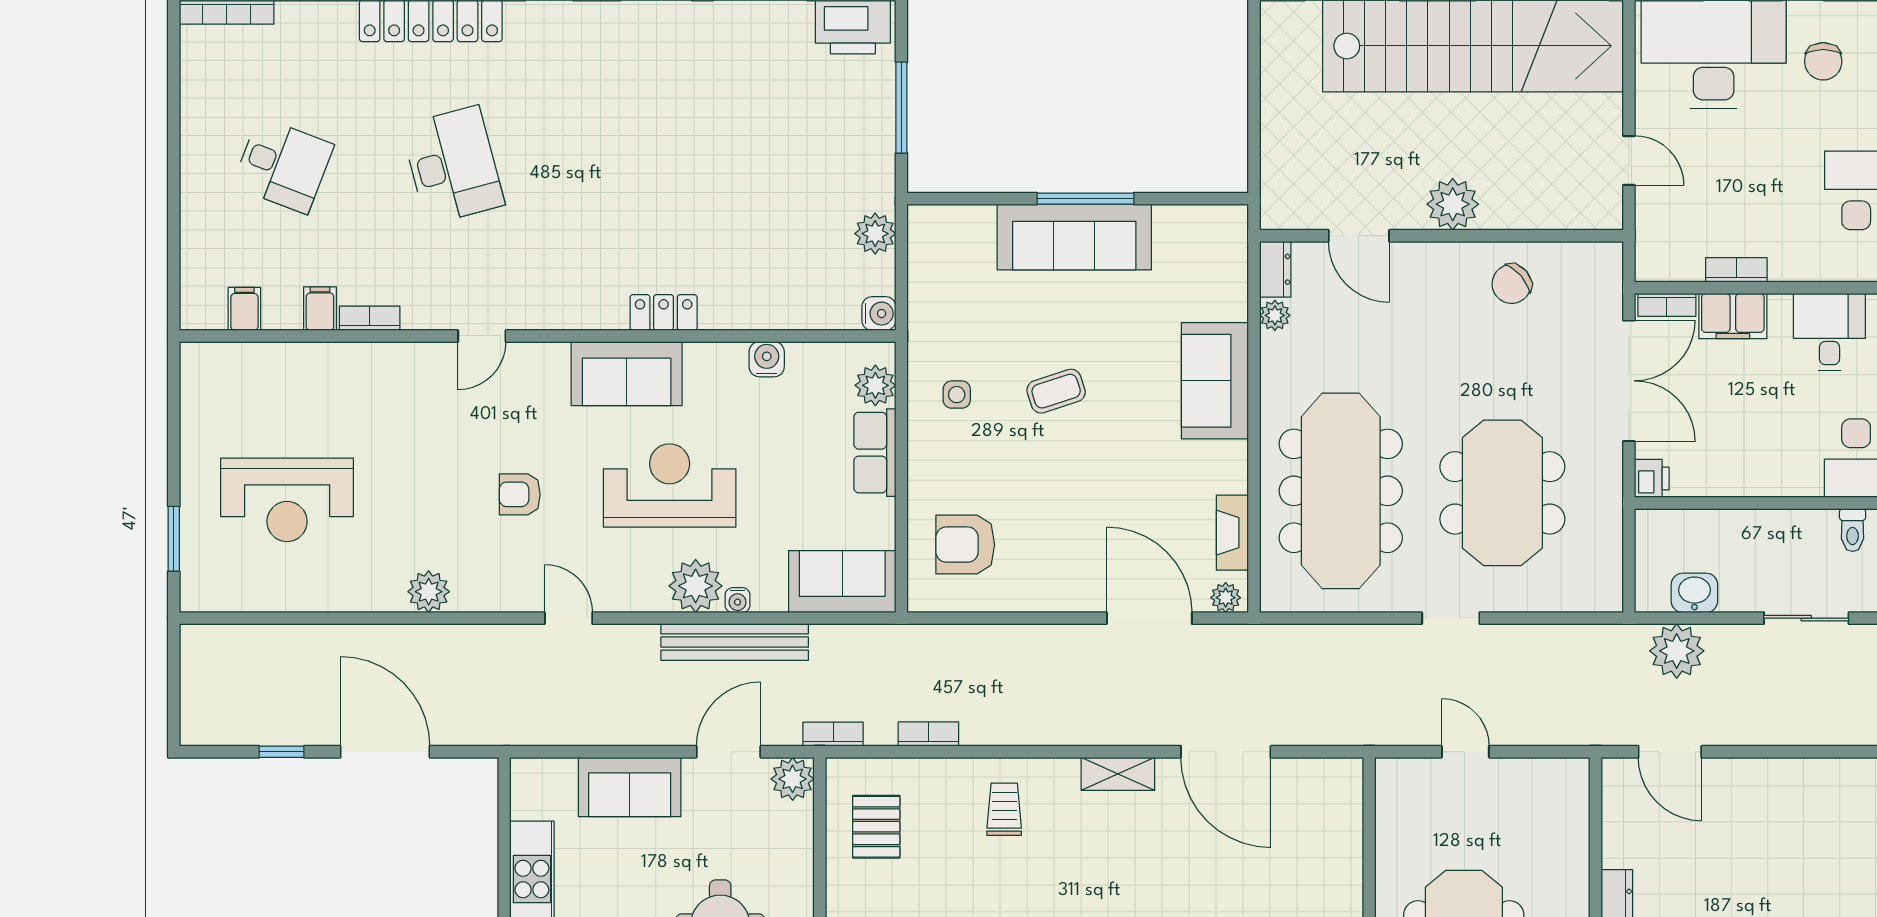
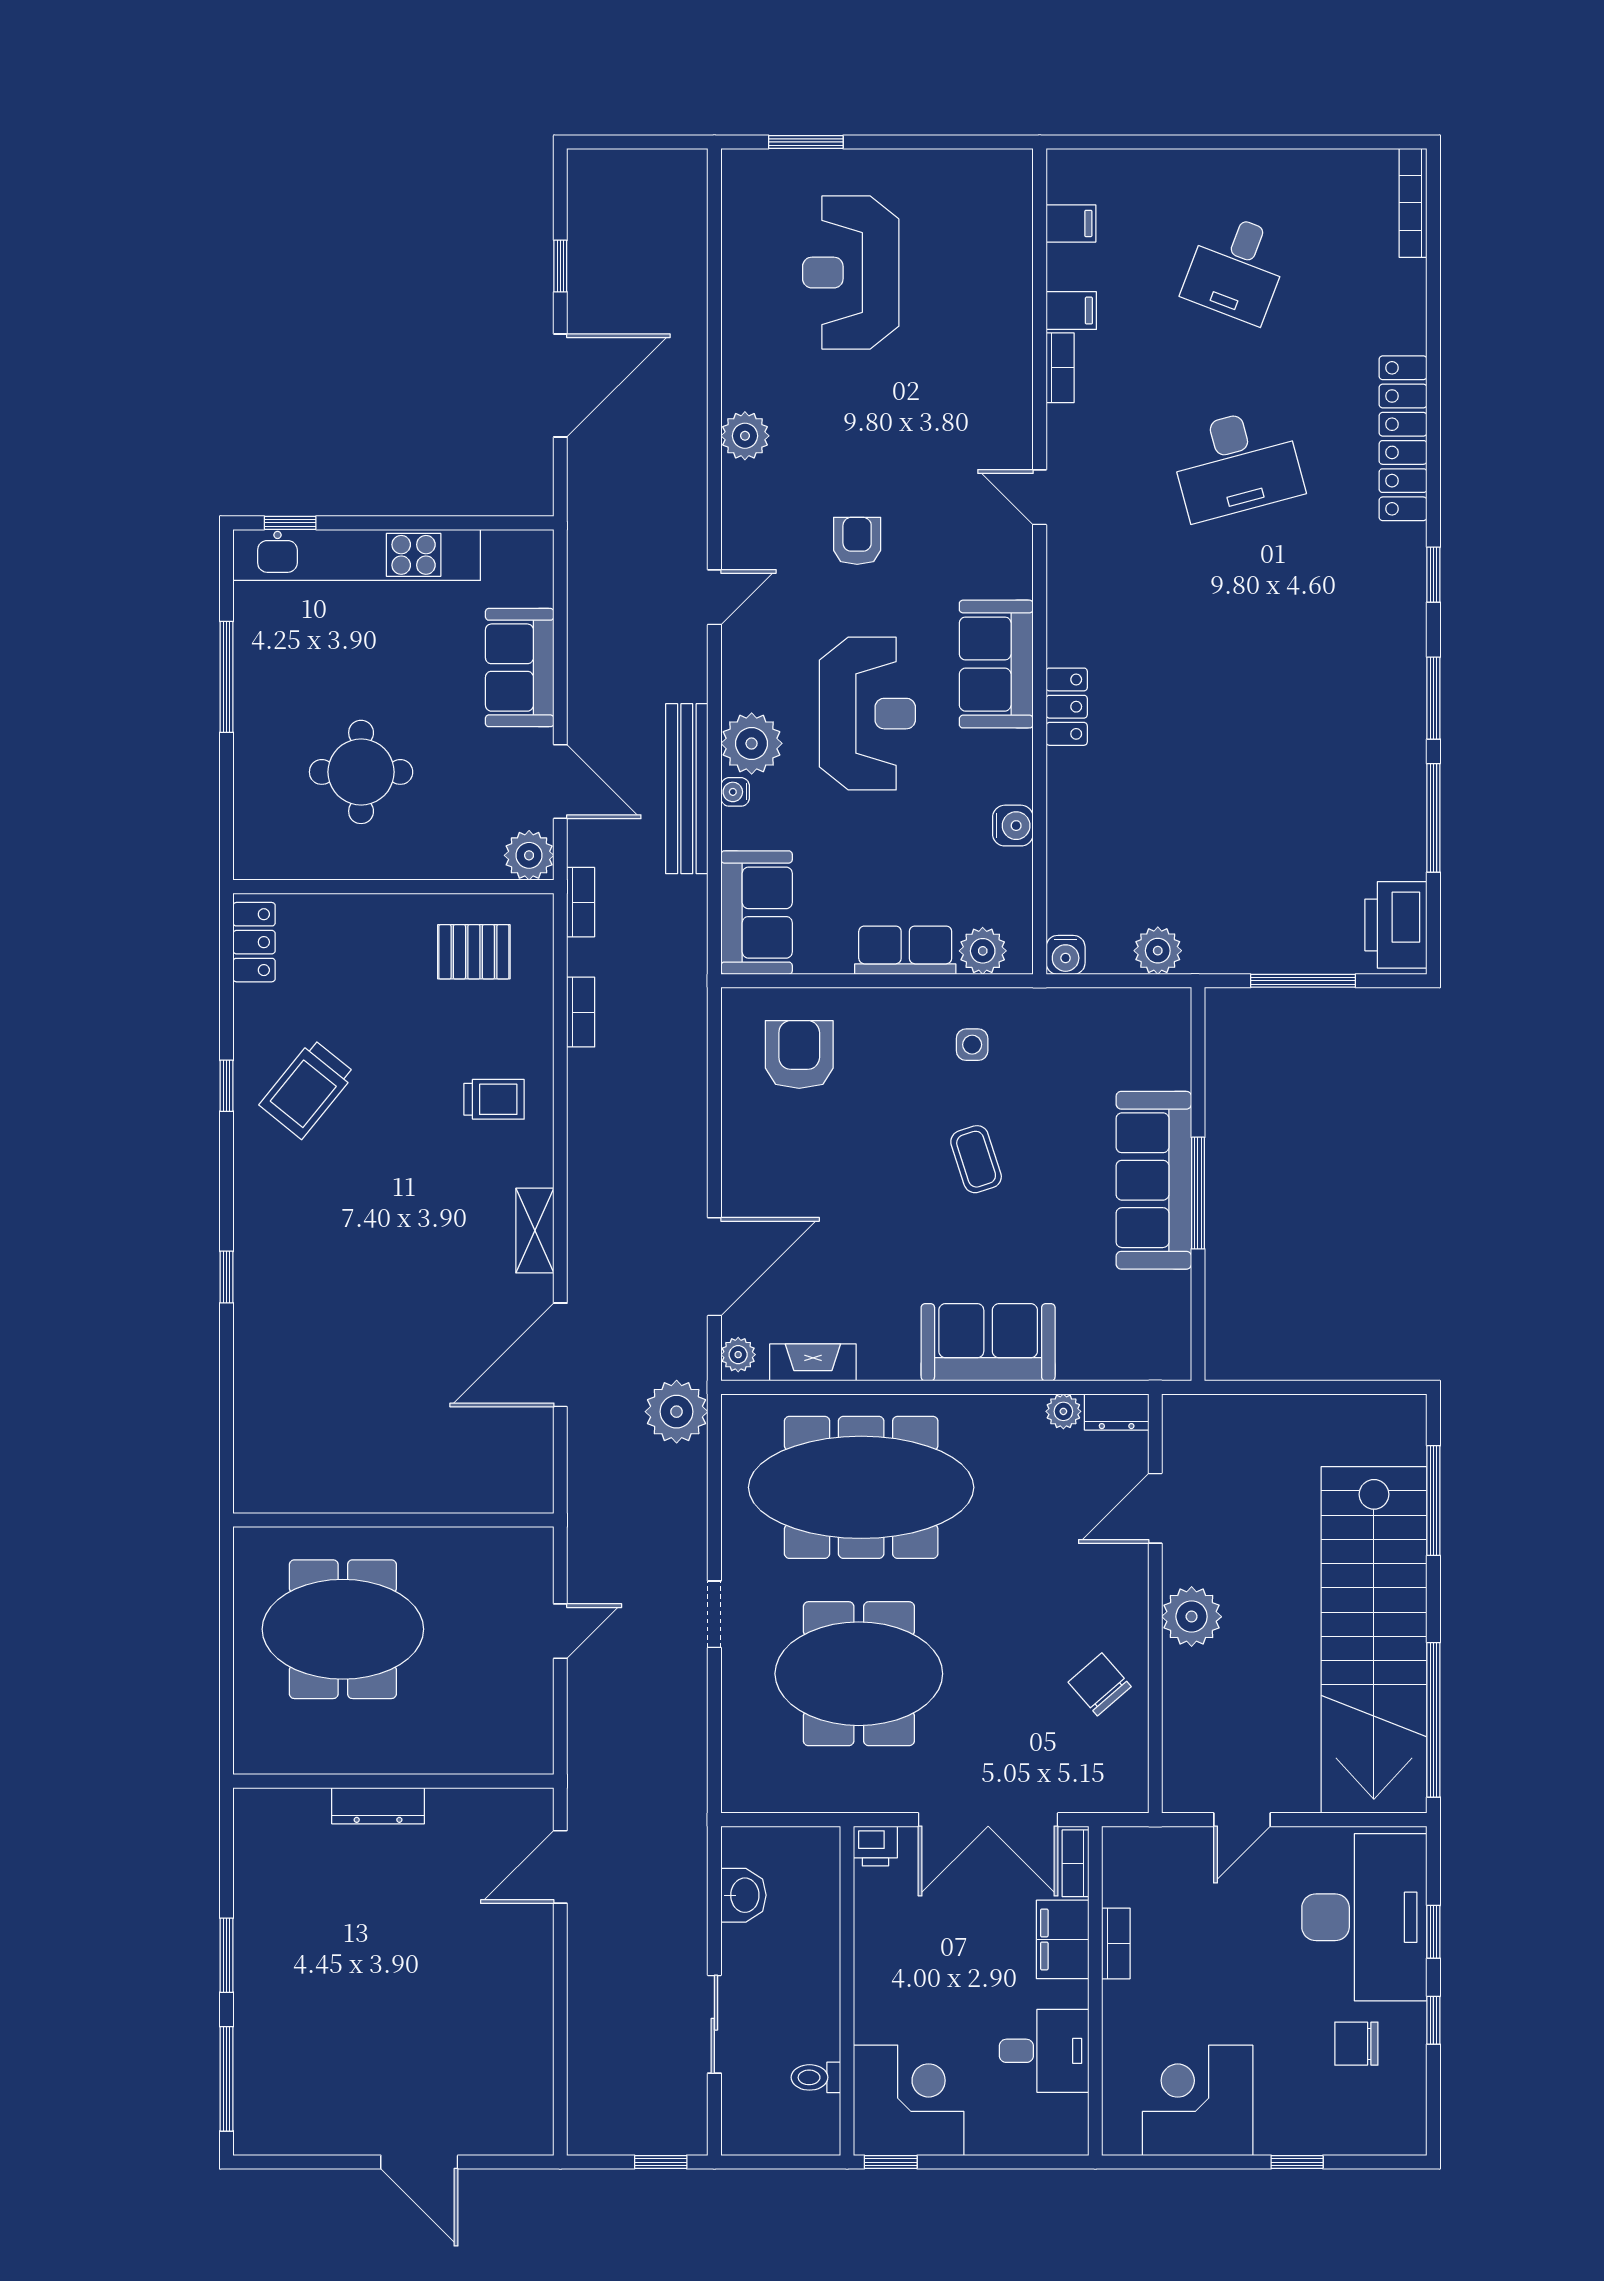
plant: (1677, 651) -> (677, 1412), moved

